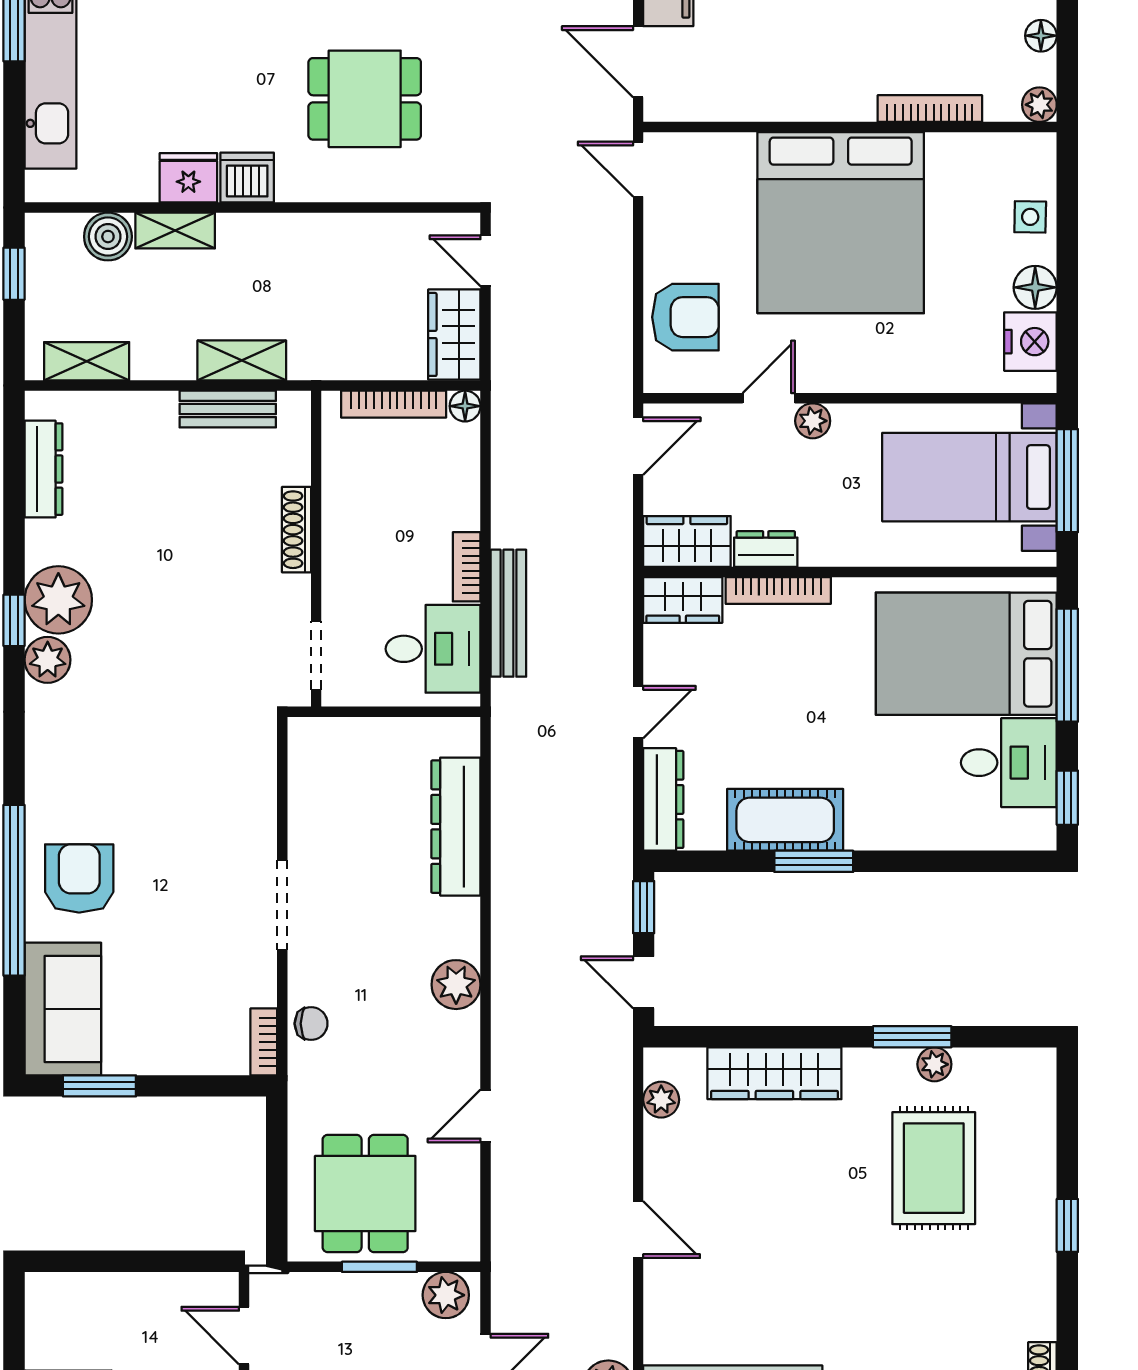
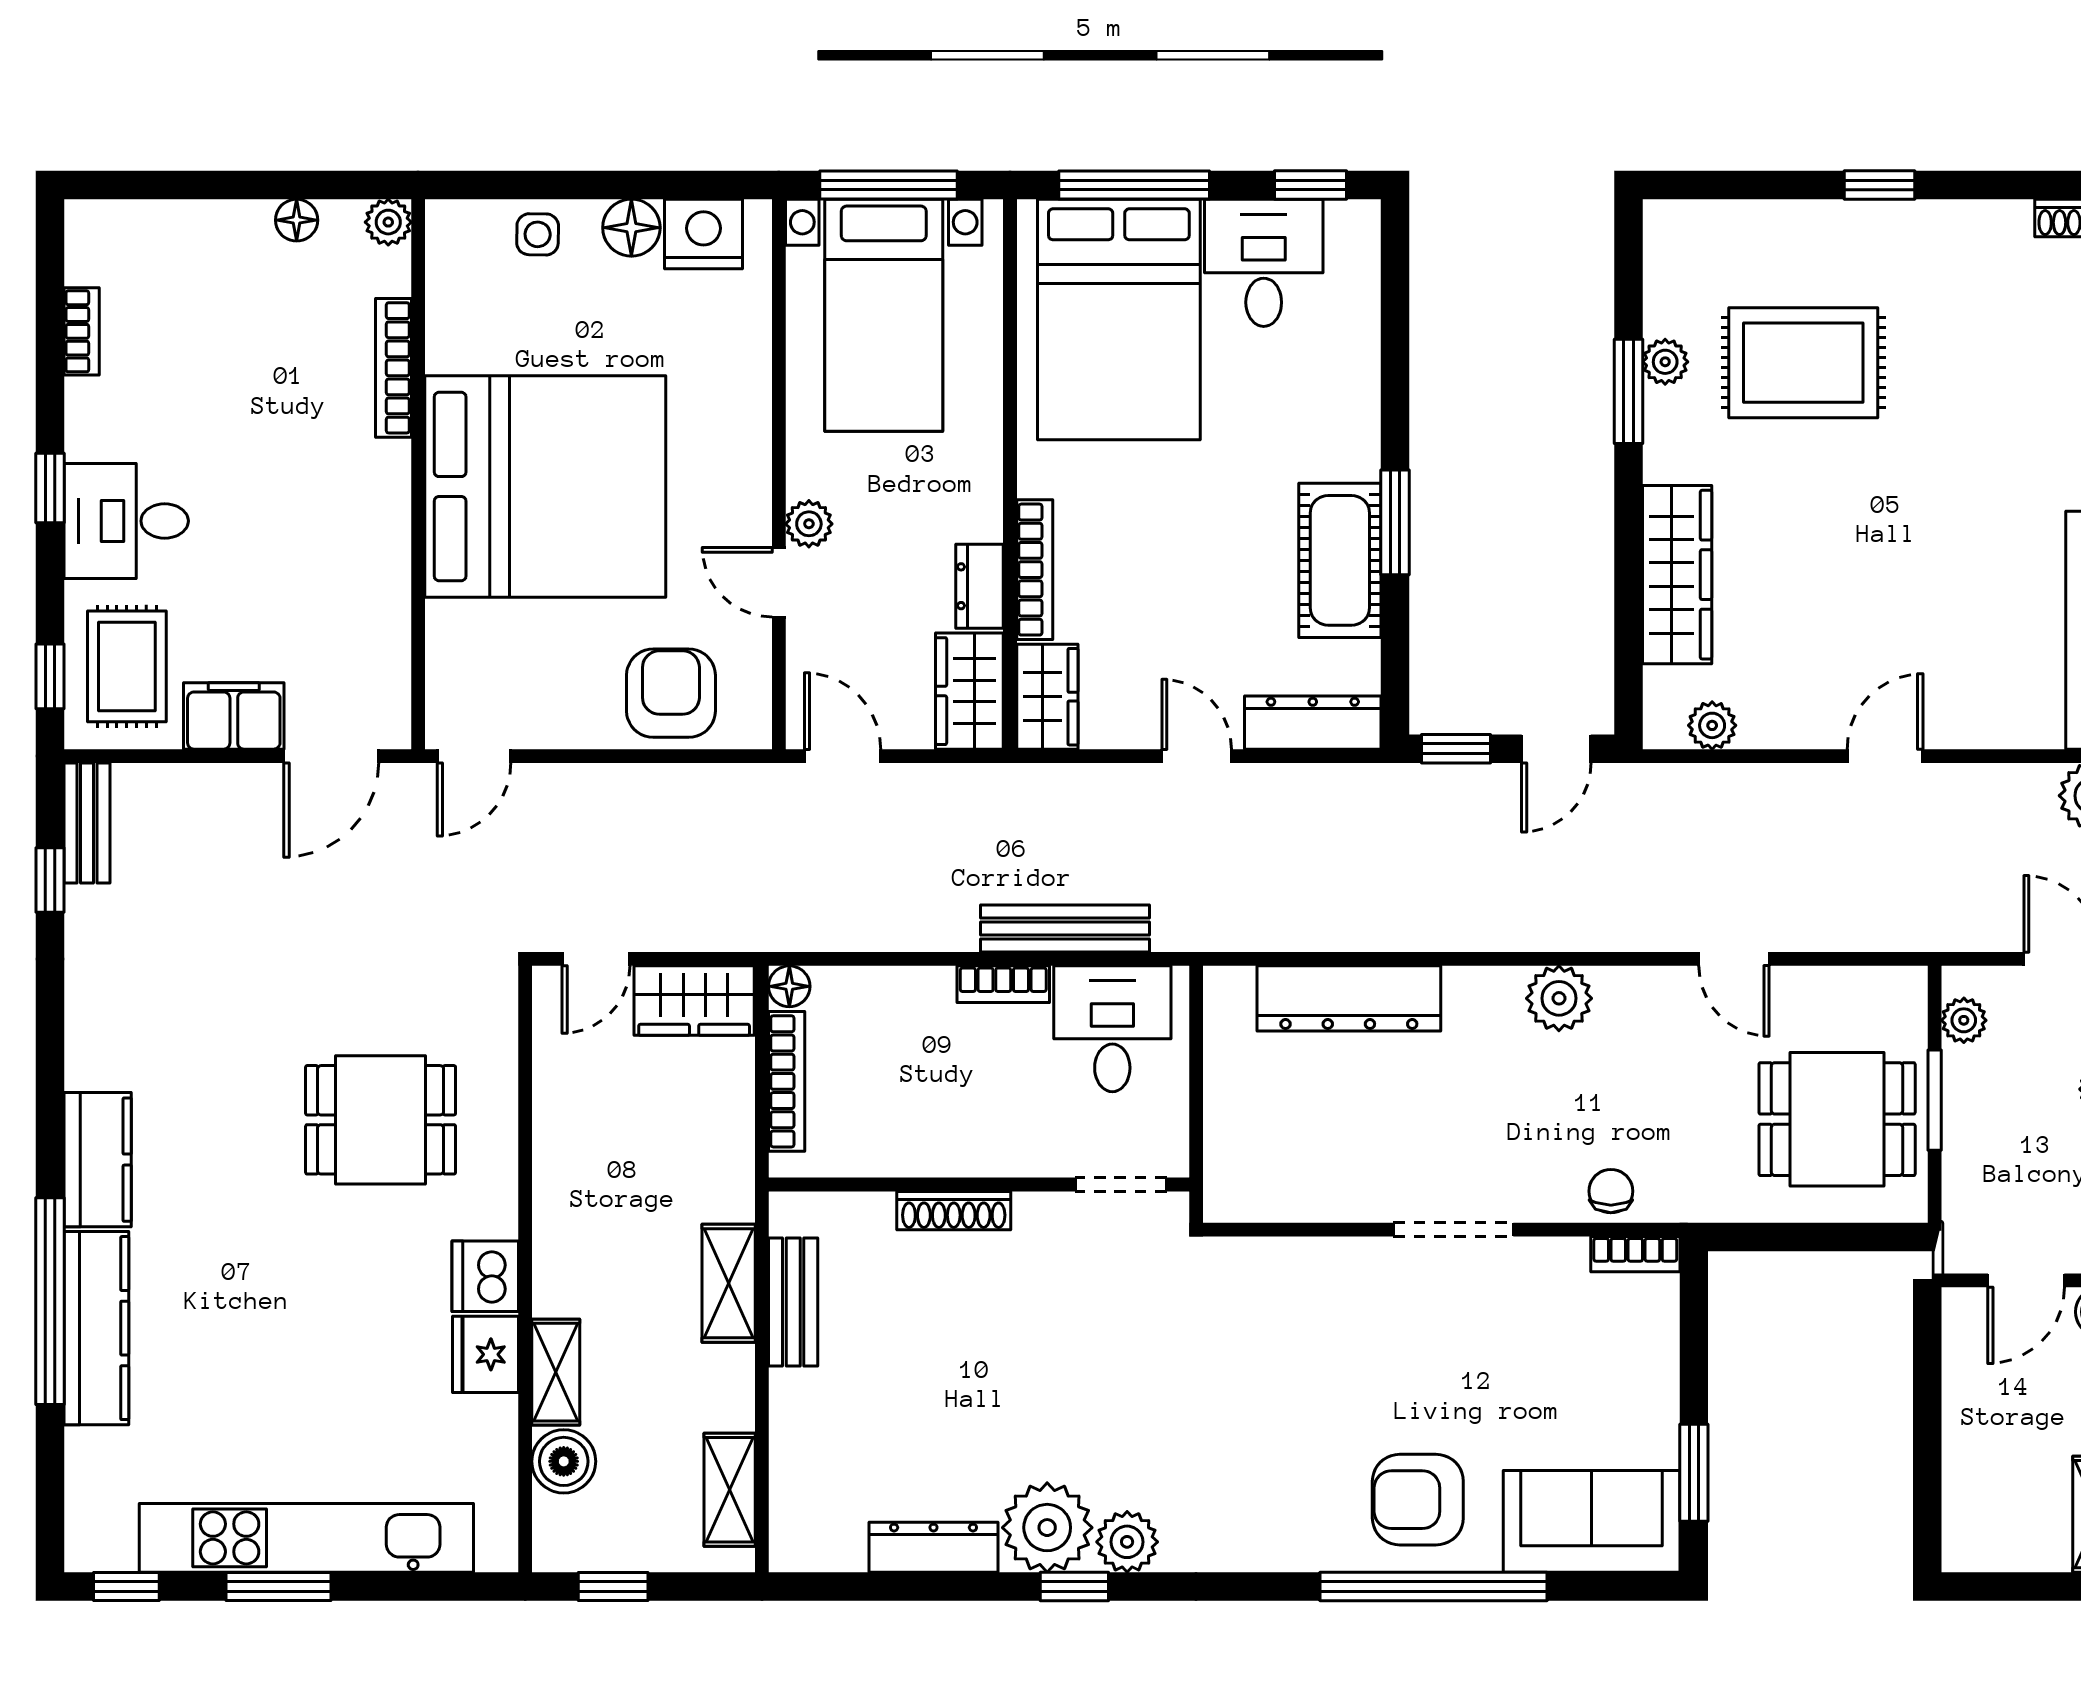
dining table: (365, 99) -> (381, 1120), turned 90
dresser: (44, 469) -> (934, 1547), moved
plant: (446, 1295) -> (1964, 1020), width x0.73, depth x0.73

